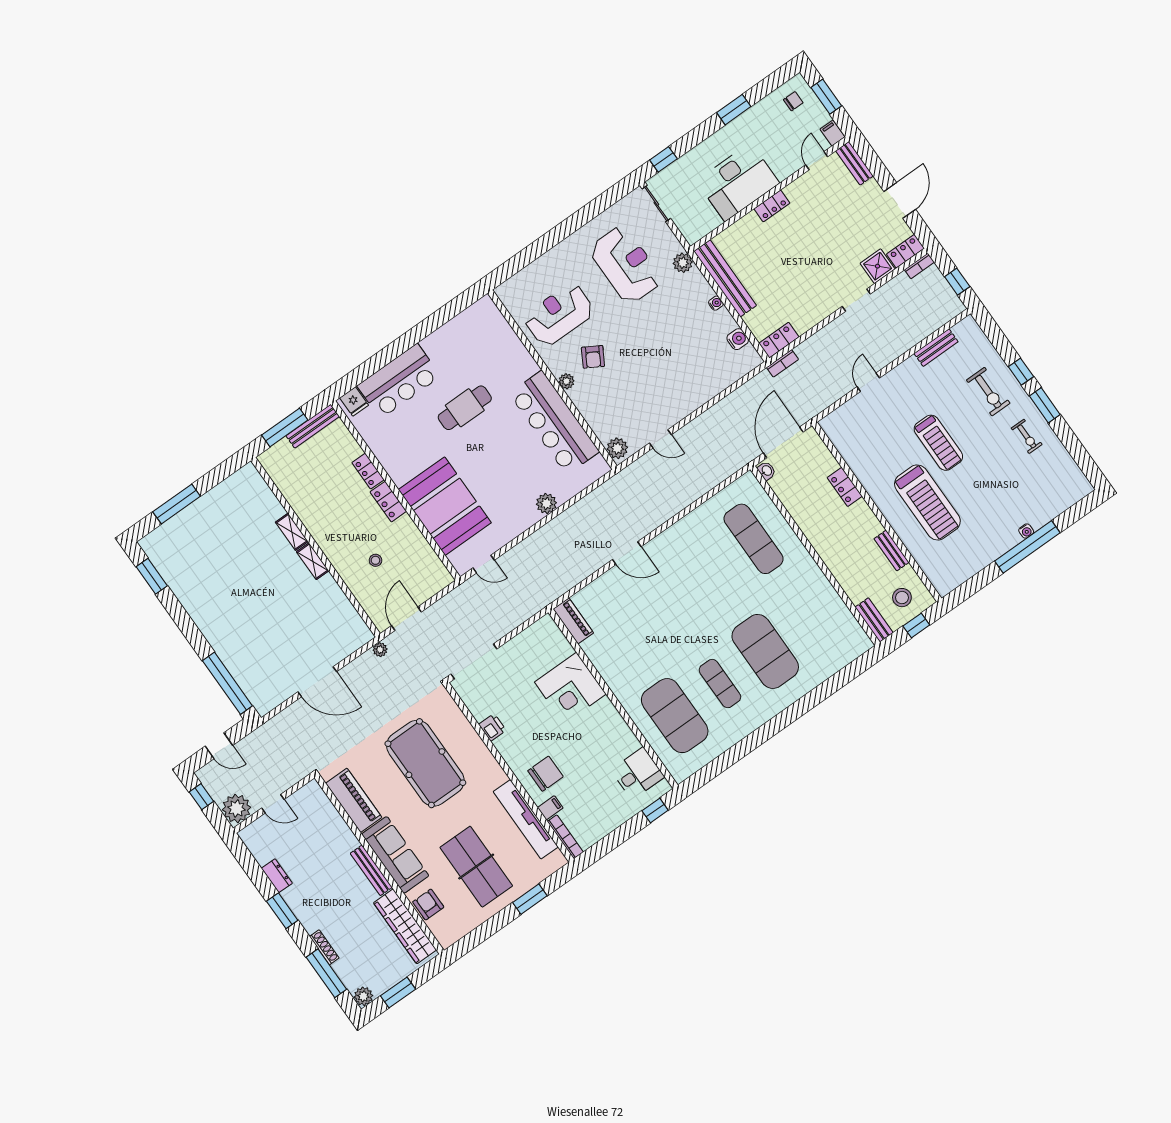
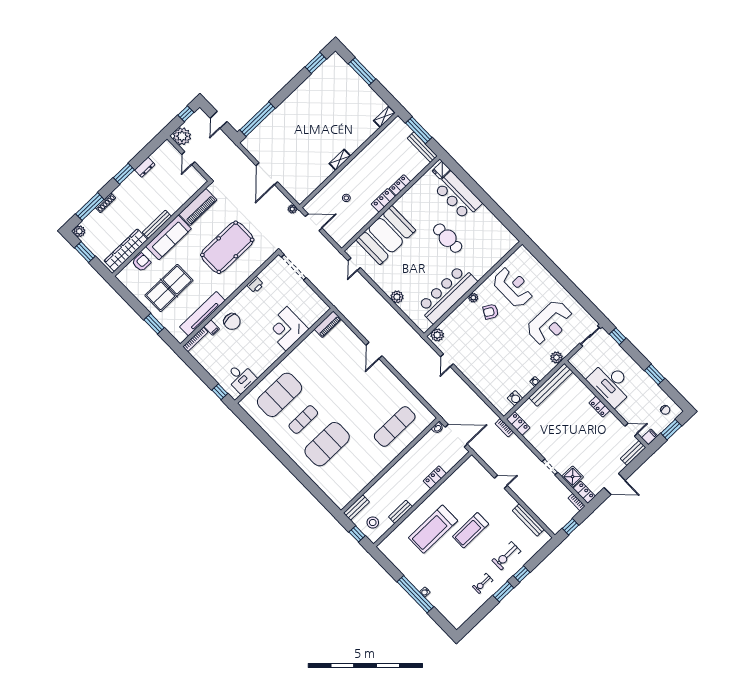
bench: (936, 348) -> (528, 520), width x1.36
shelving: (292, 532) -> (384, 117), moved

